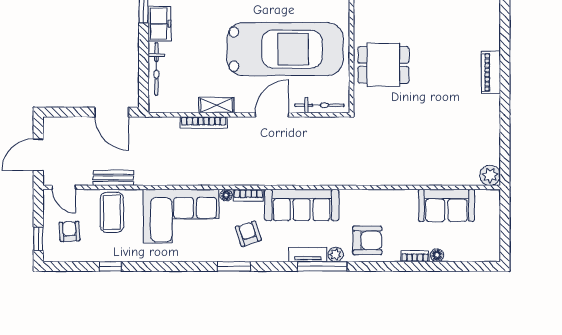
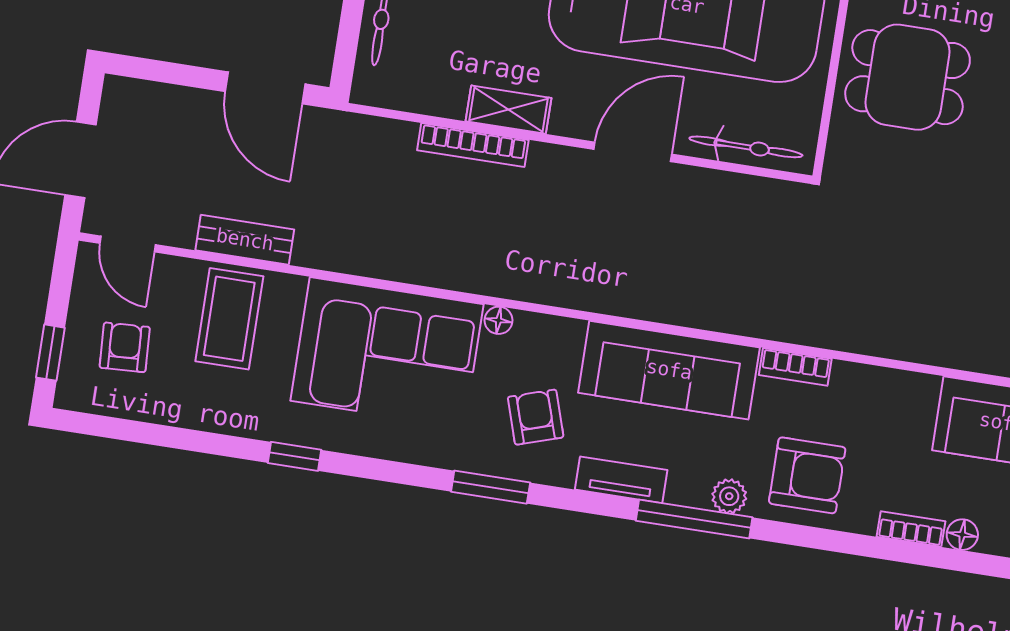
bookcase: (248, 195) -> (795, 367), moved
tv unit: (308, 255) -> (621, 480), moved
window: (110, 266) -> (295, 456), moved

